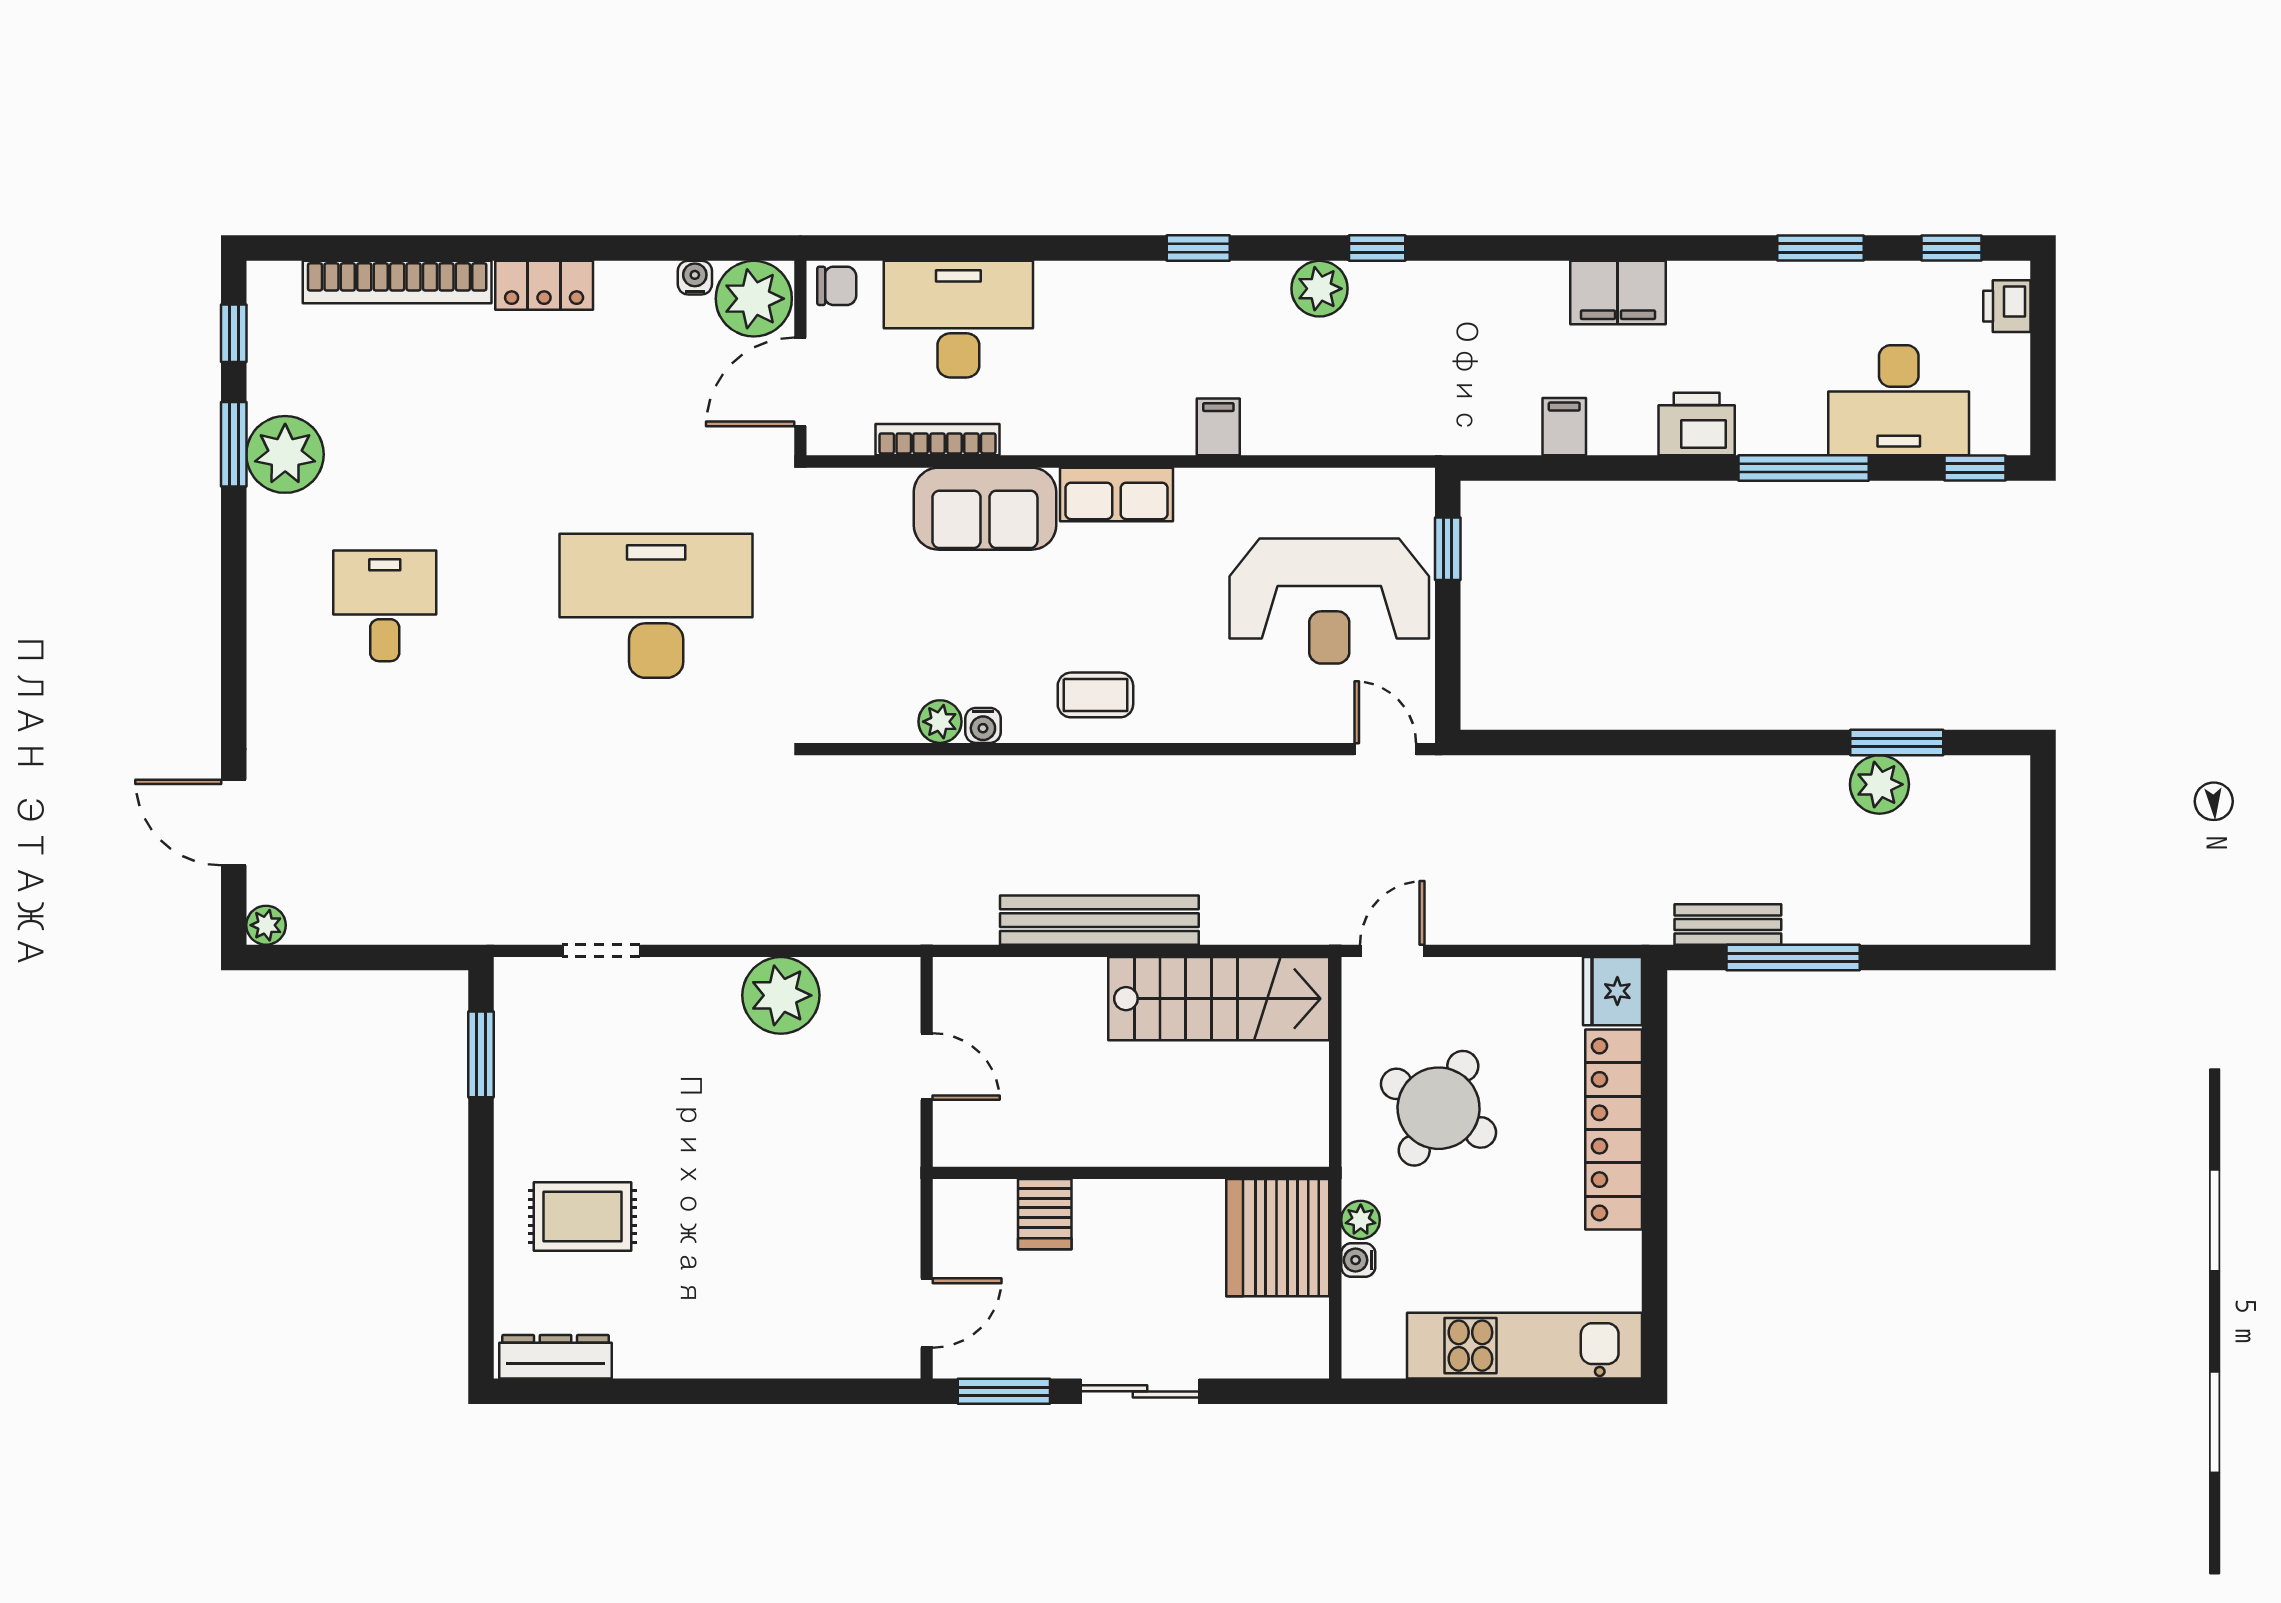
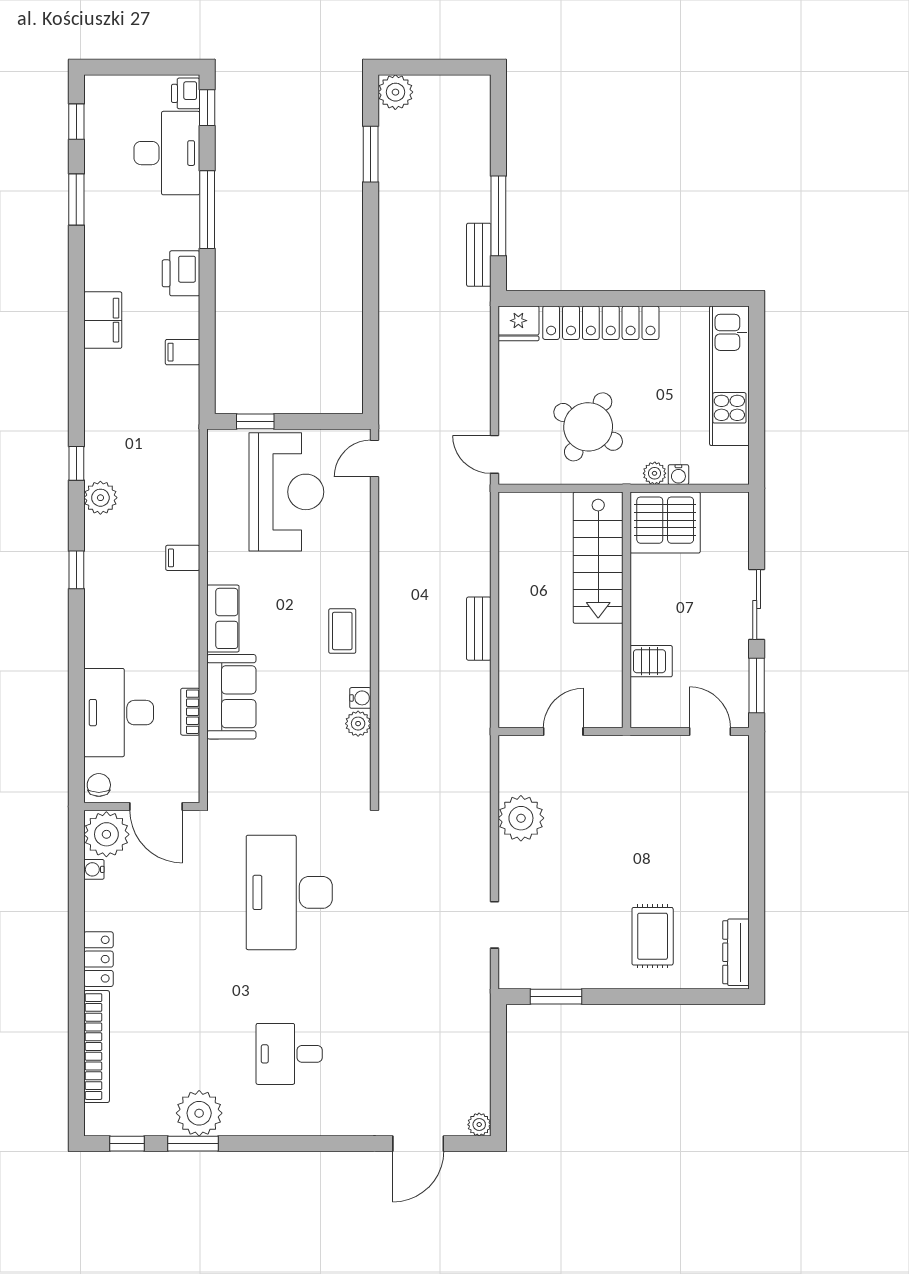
printer: (2007, 306) -> (186, 93), moved, turned 90
bookcase: (938, 440) -> (190, 712), width x0.64
plant: (1879, 784) -> (395, 92), moved
bench: (1099, 920) -> (479, 629), width x0.54, depth x0.82
stairs: (1219, 999) -> (598, 558), moved, turned 180

